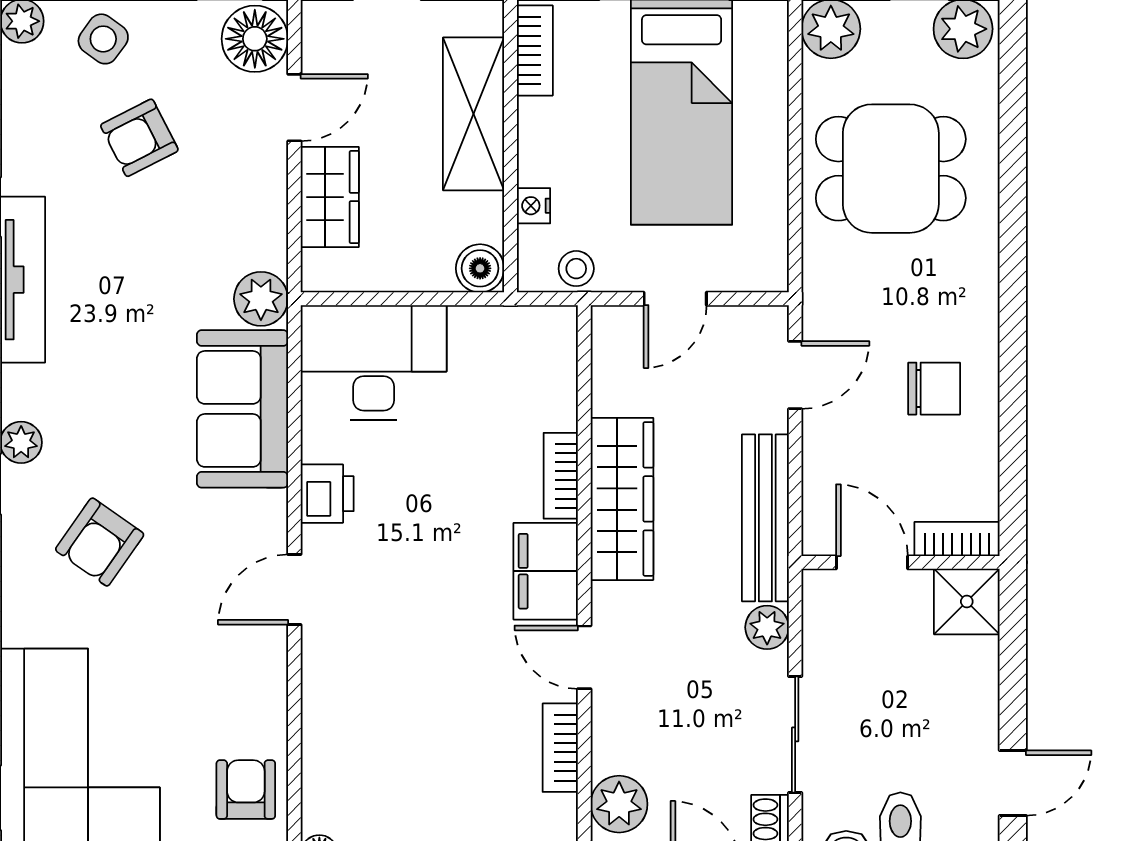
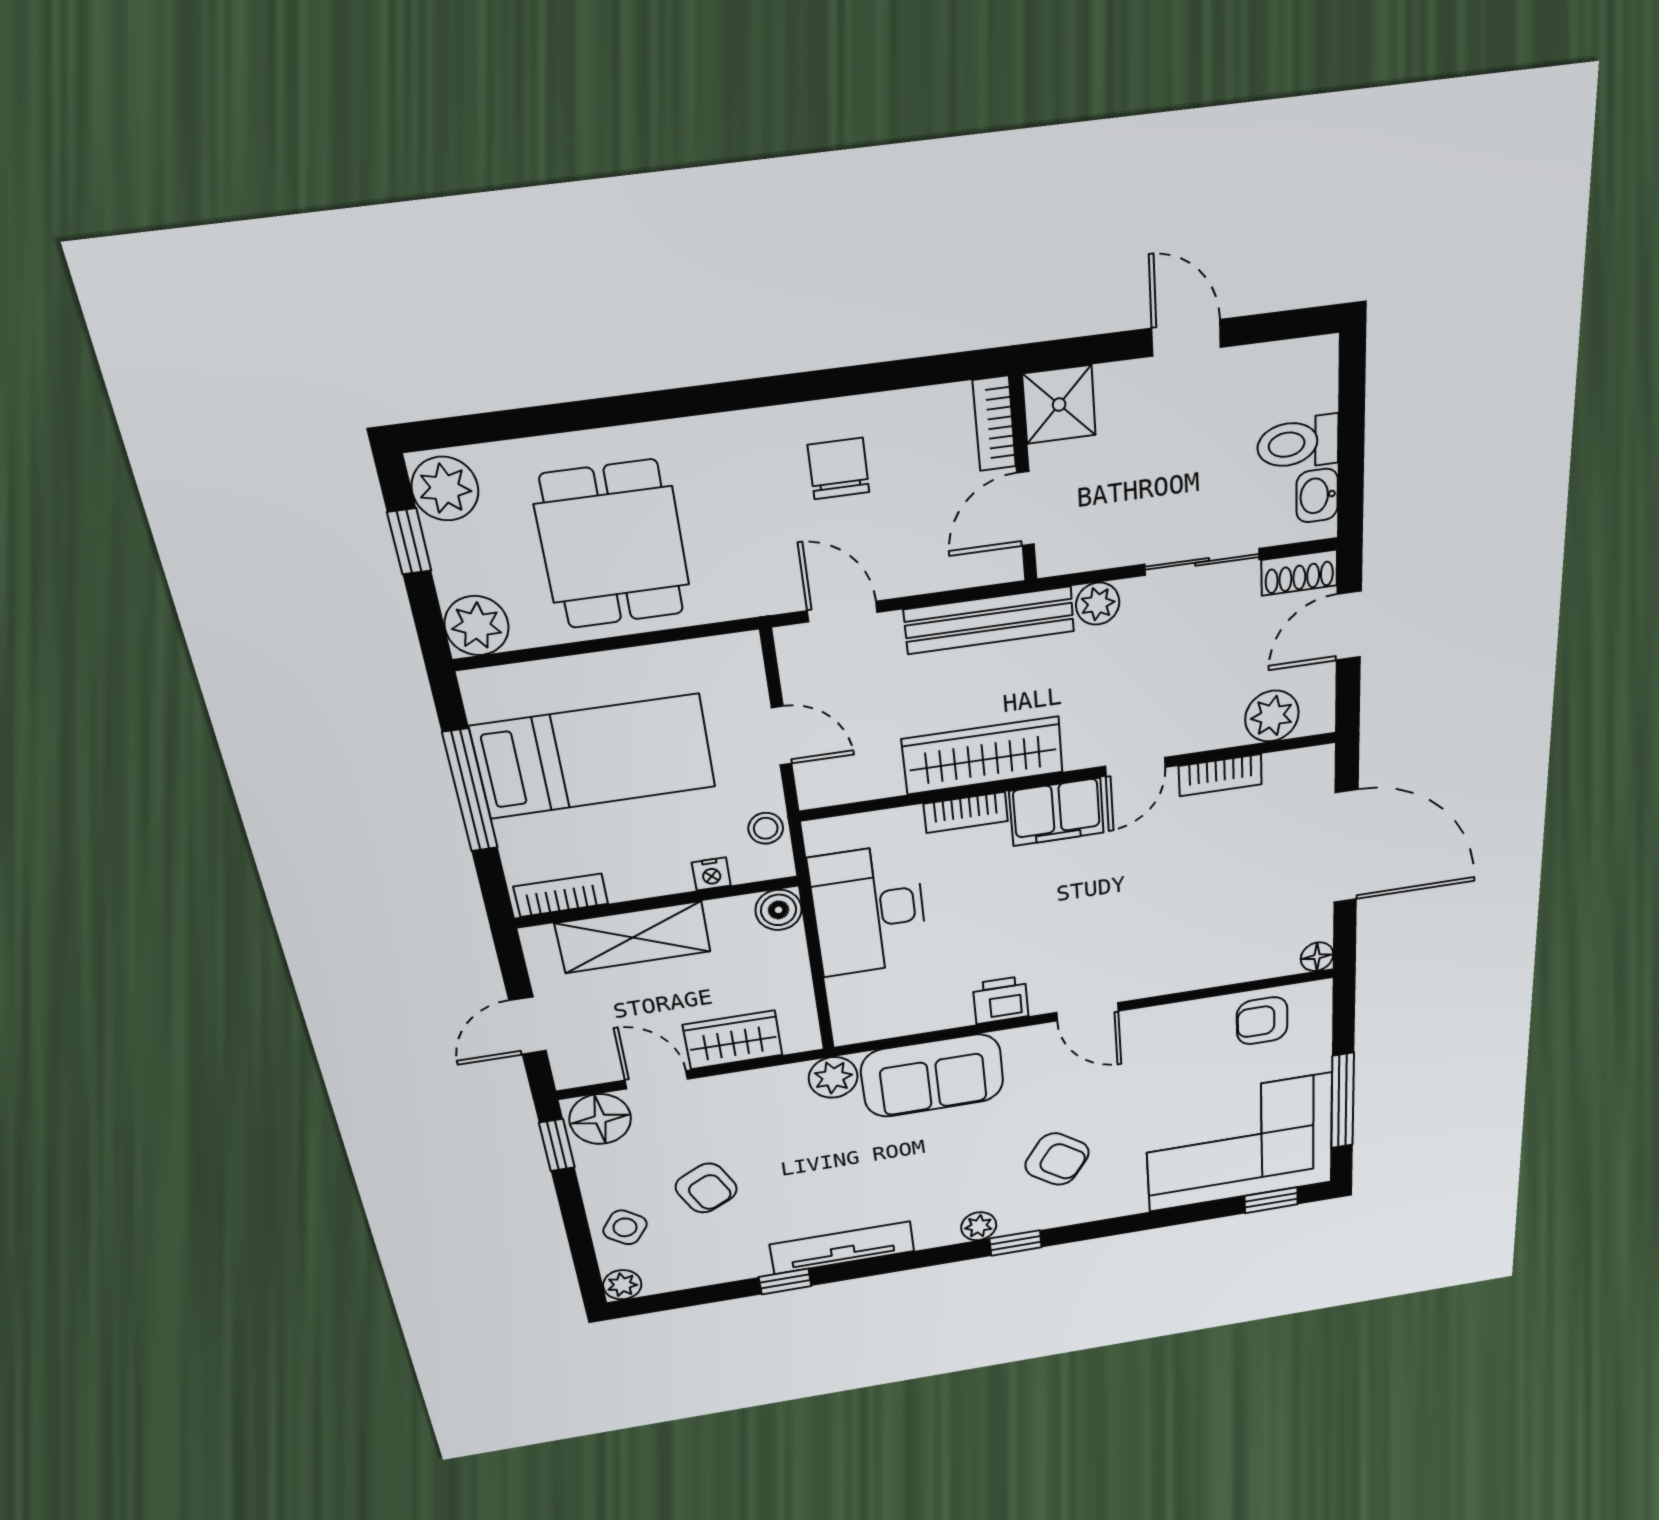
desk: (374, 362) -> (869, 910), moved
door: (1013, 783) -> (1186, 338), moved

